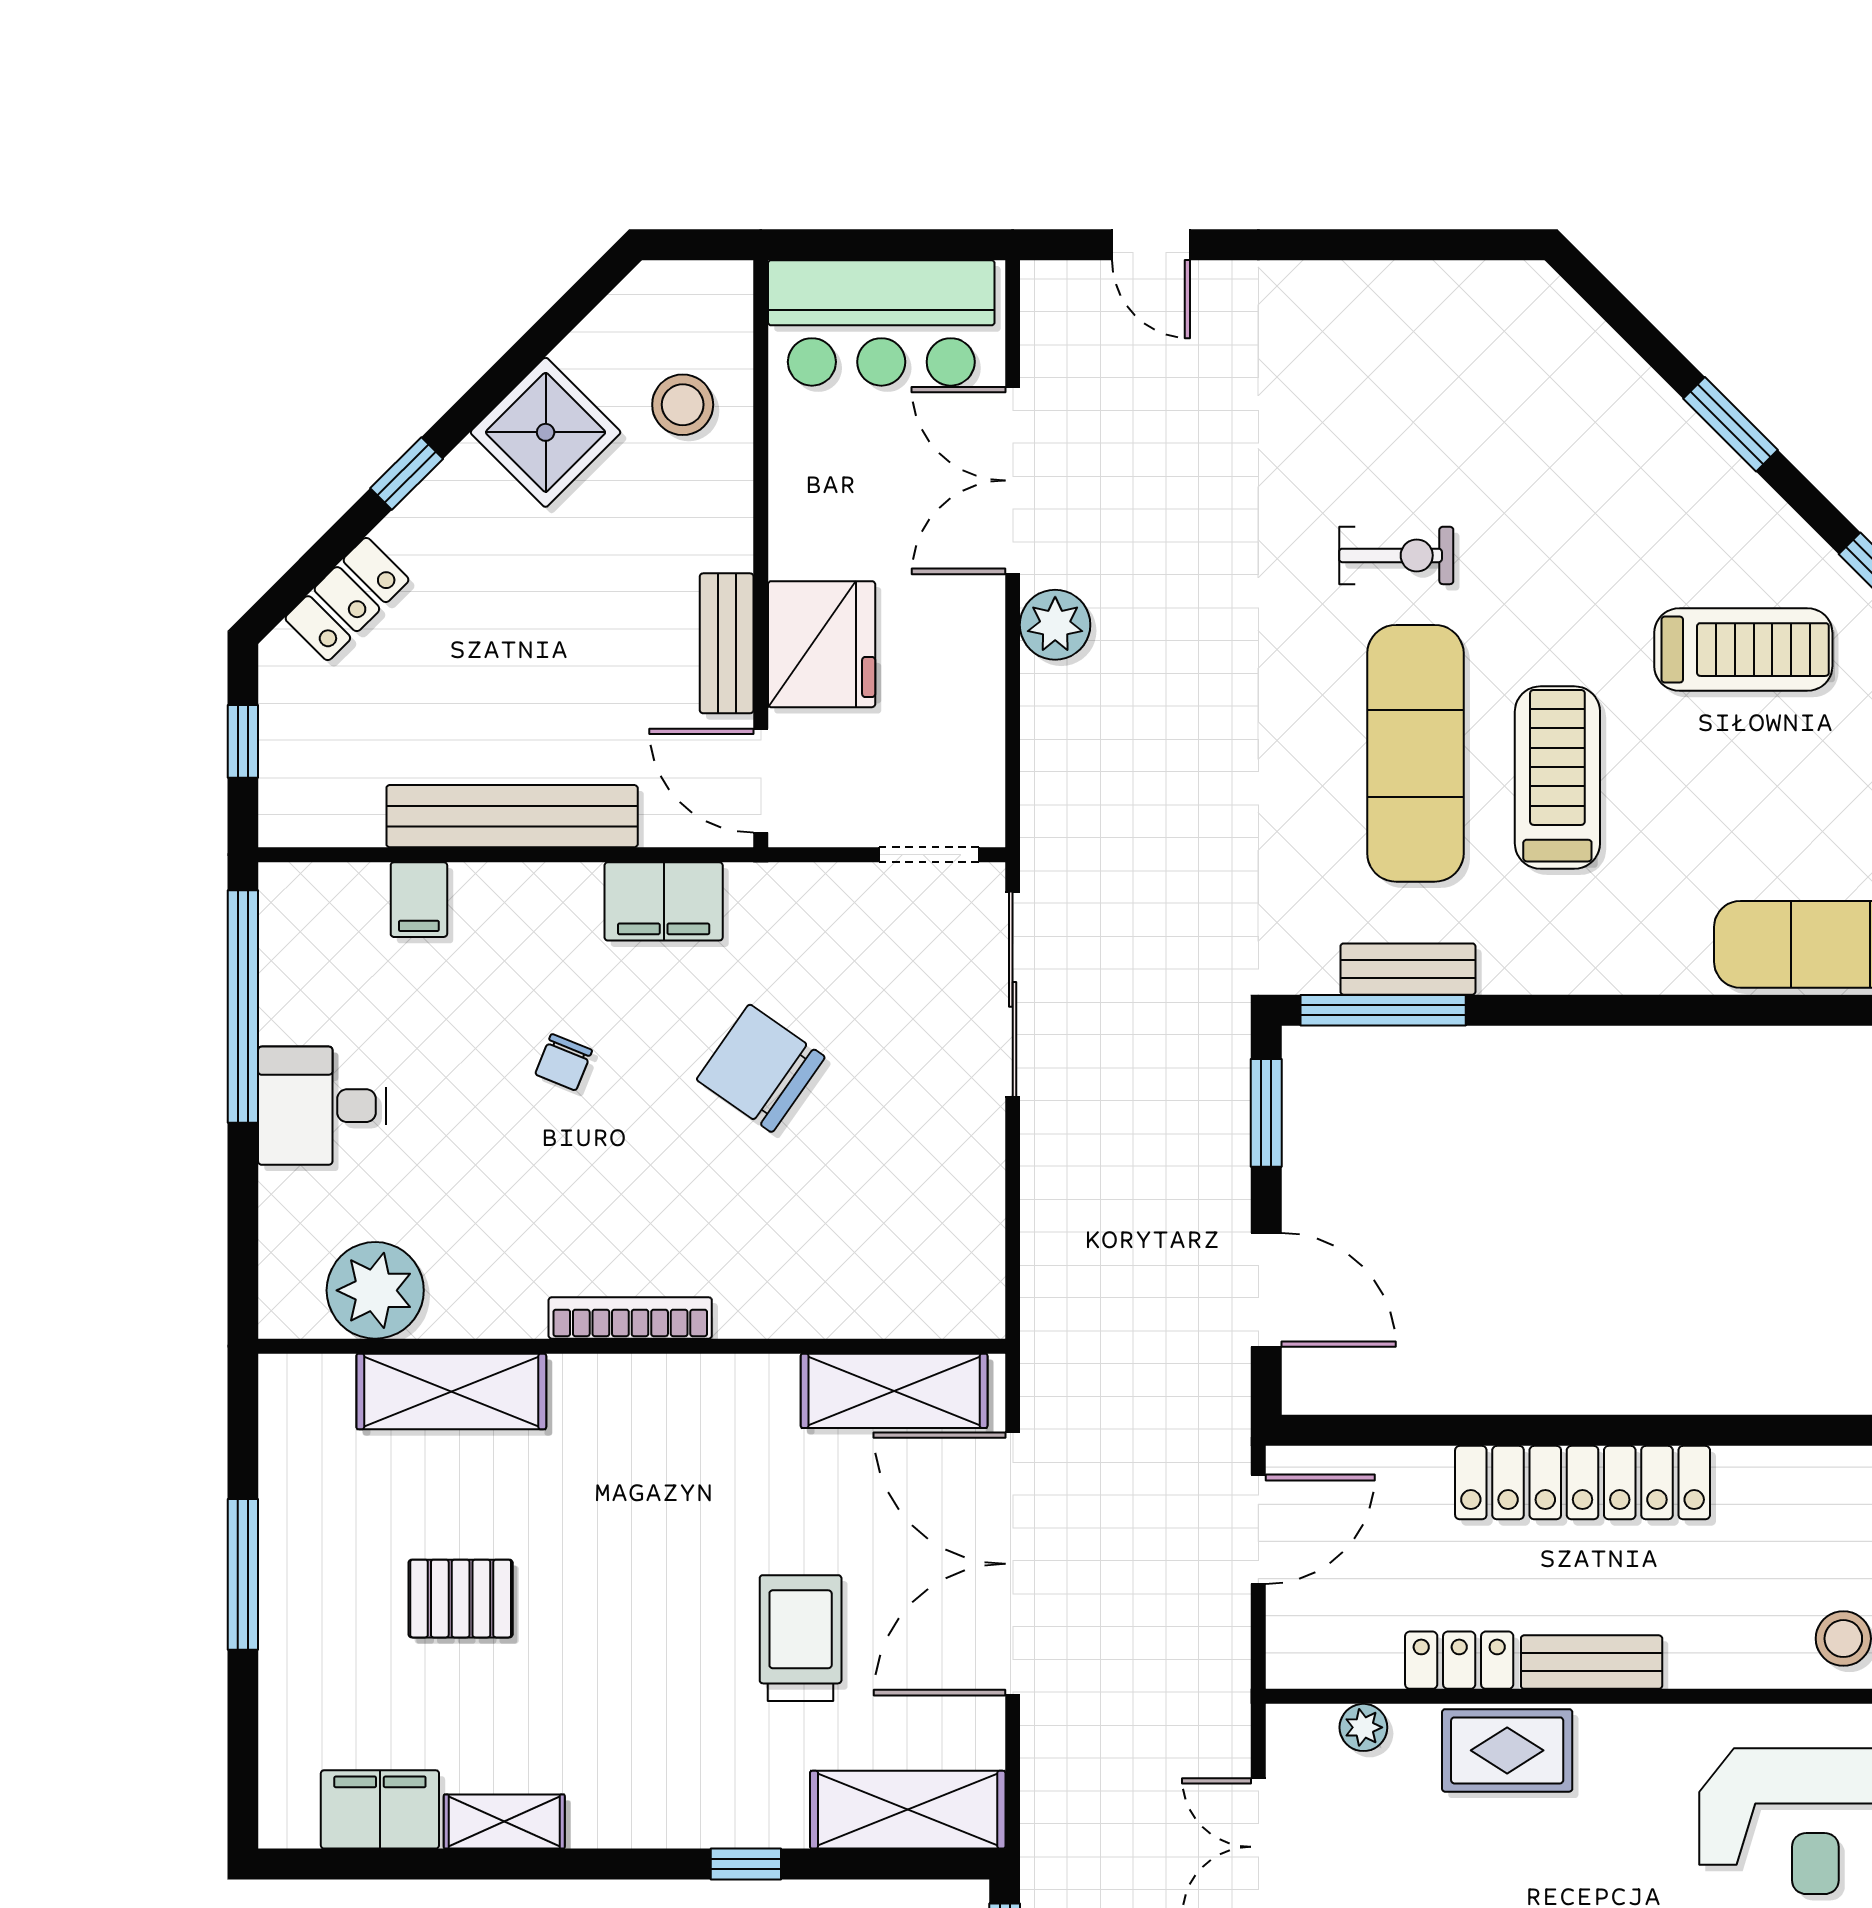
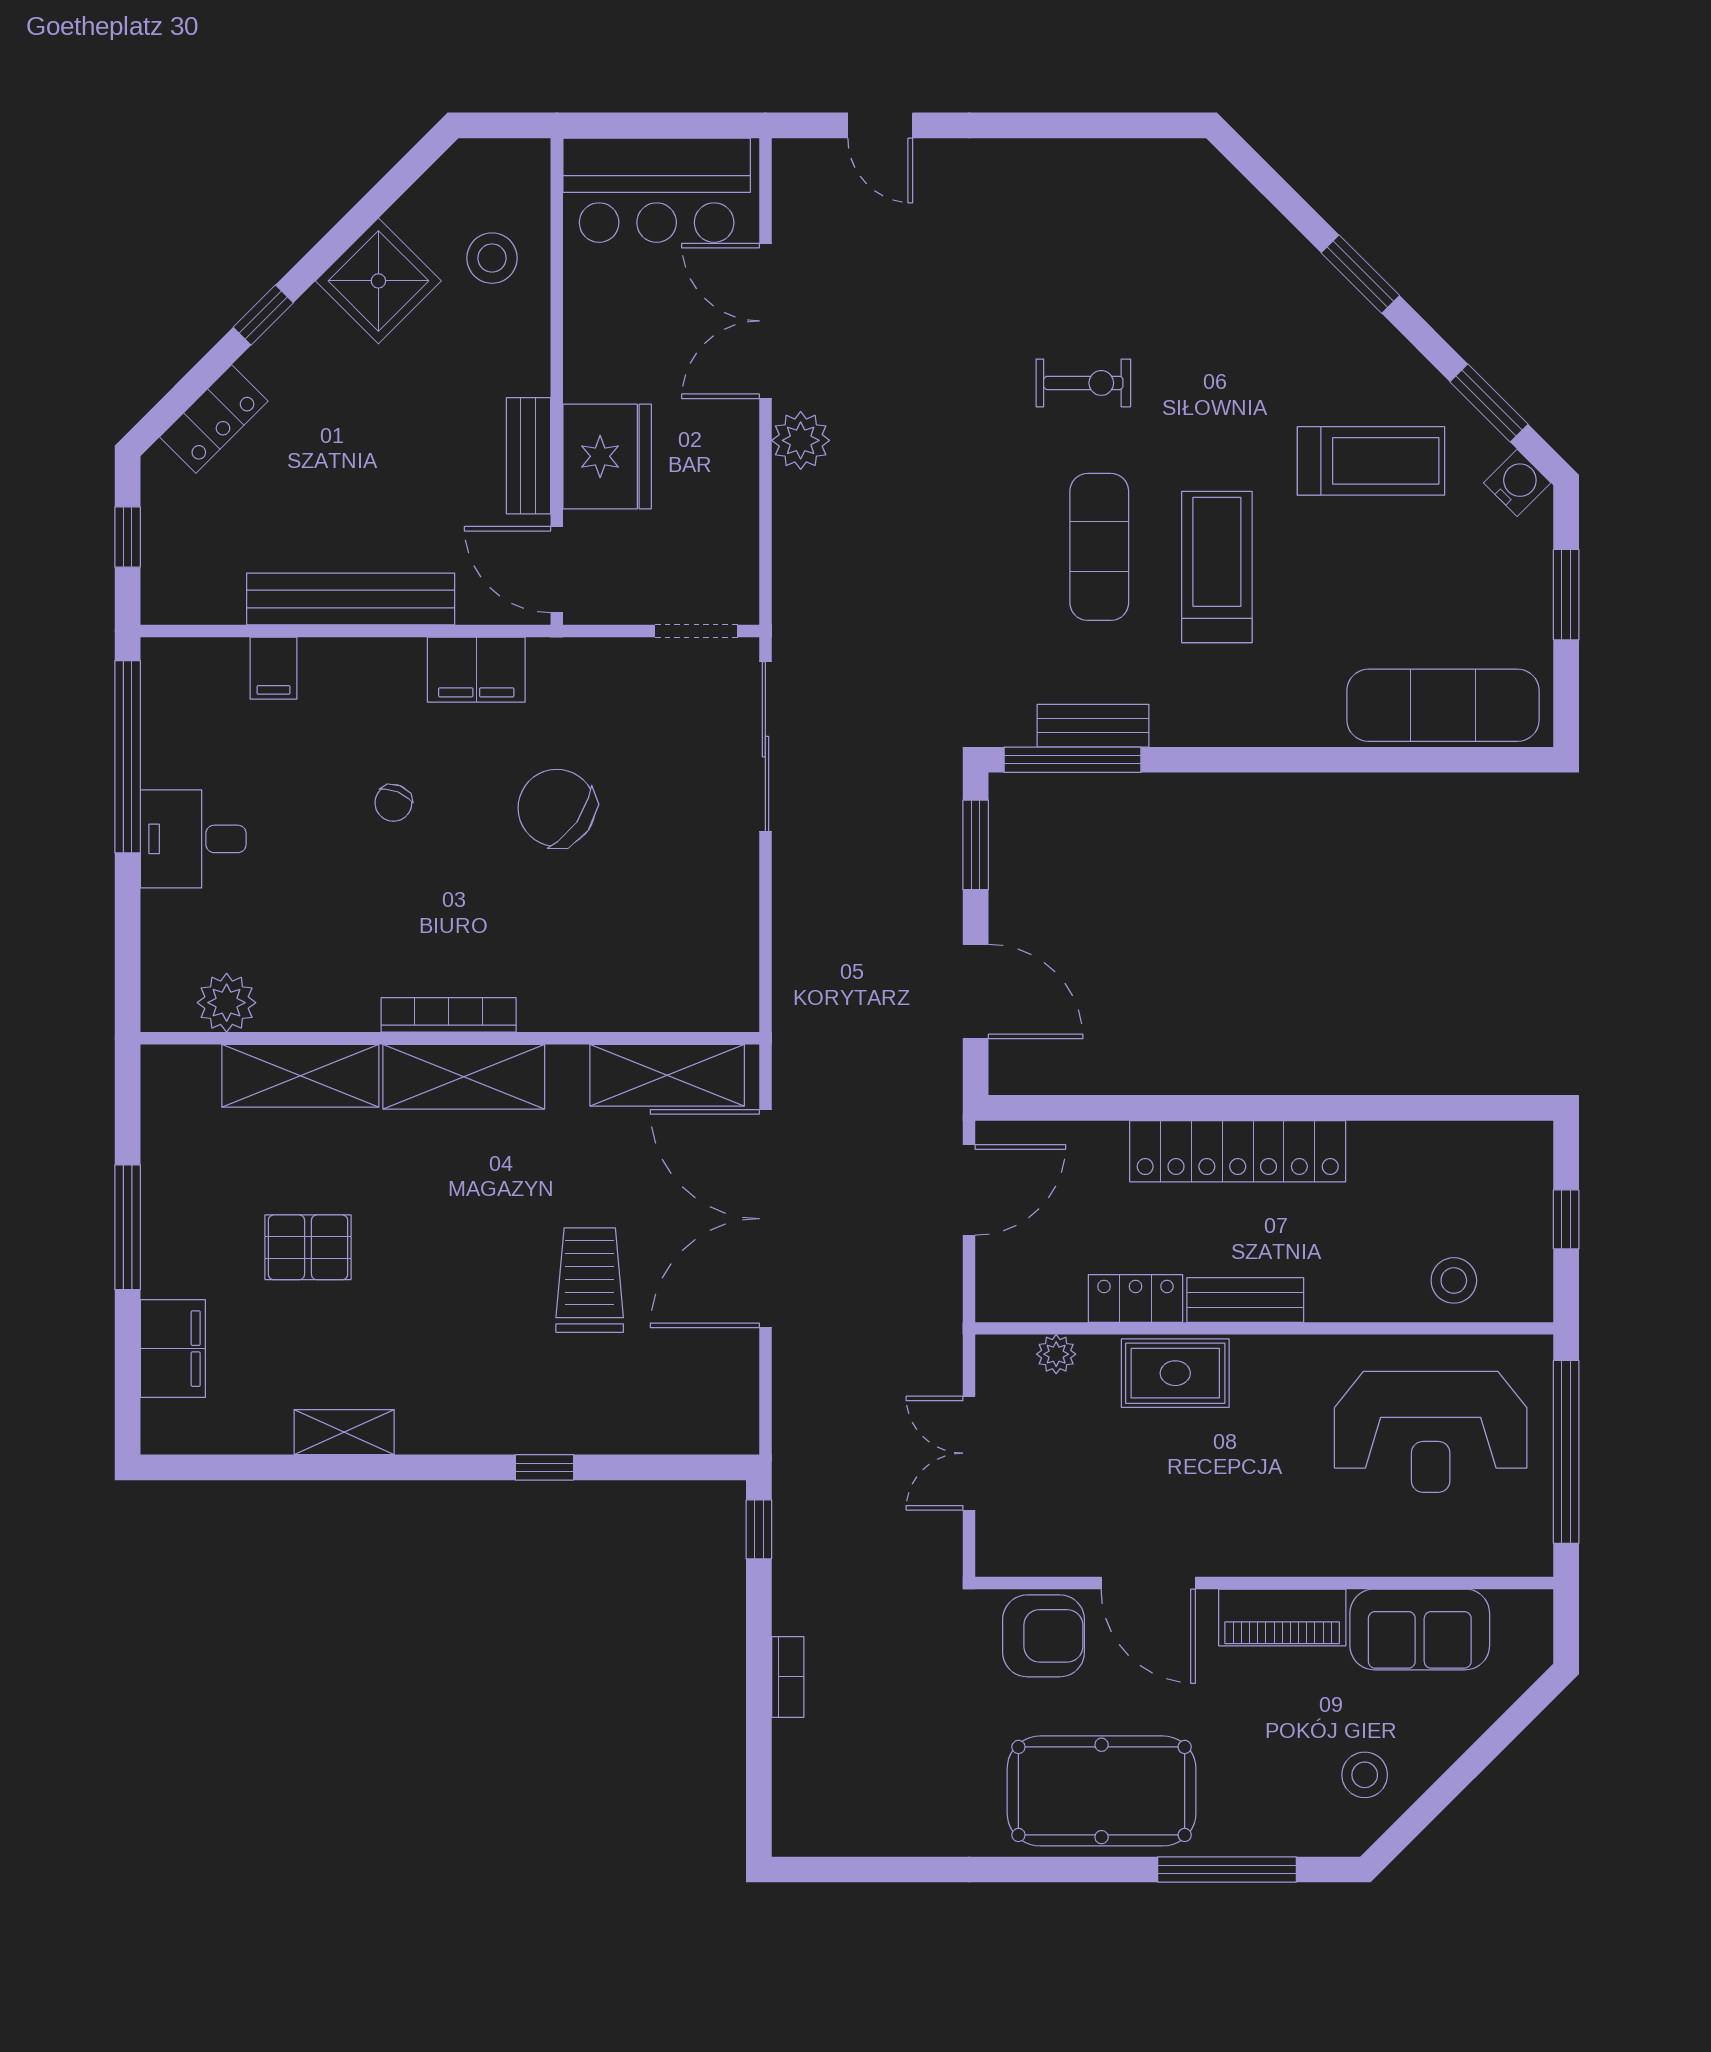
exercise mat: (1415, 753) -> (1099, 547), width x0.73, depth x0.69
plant: (375, 1290) -> (227, 1003), width x0.73, depth x0.73
filing cabinet: (380, 1809) -> (173, 1349), moved, turned 90
shelving: (908, 1810) -> (464, 1077), moved

